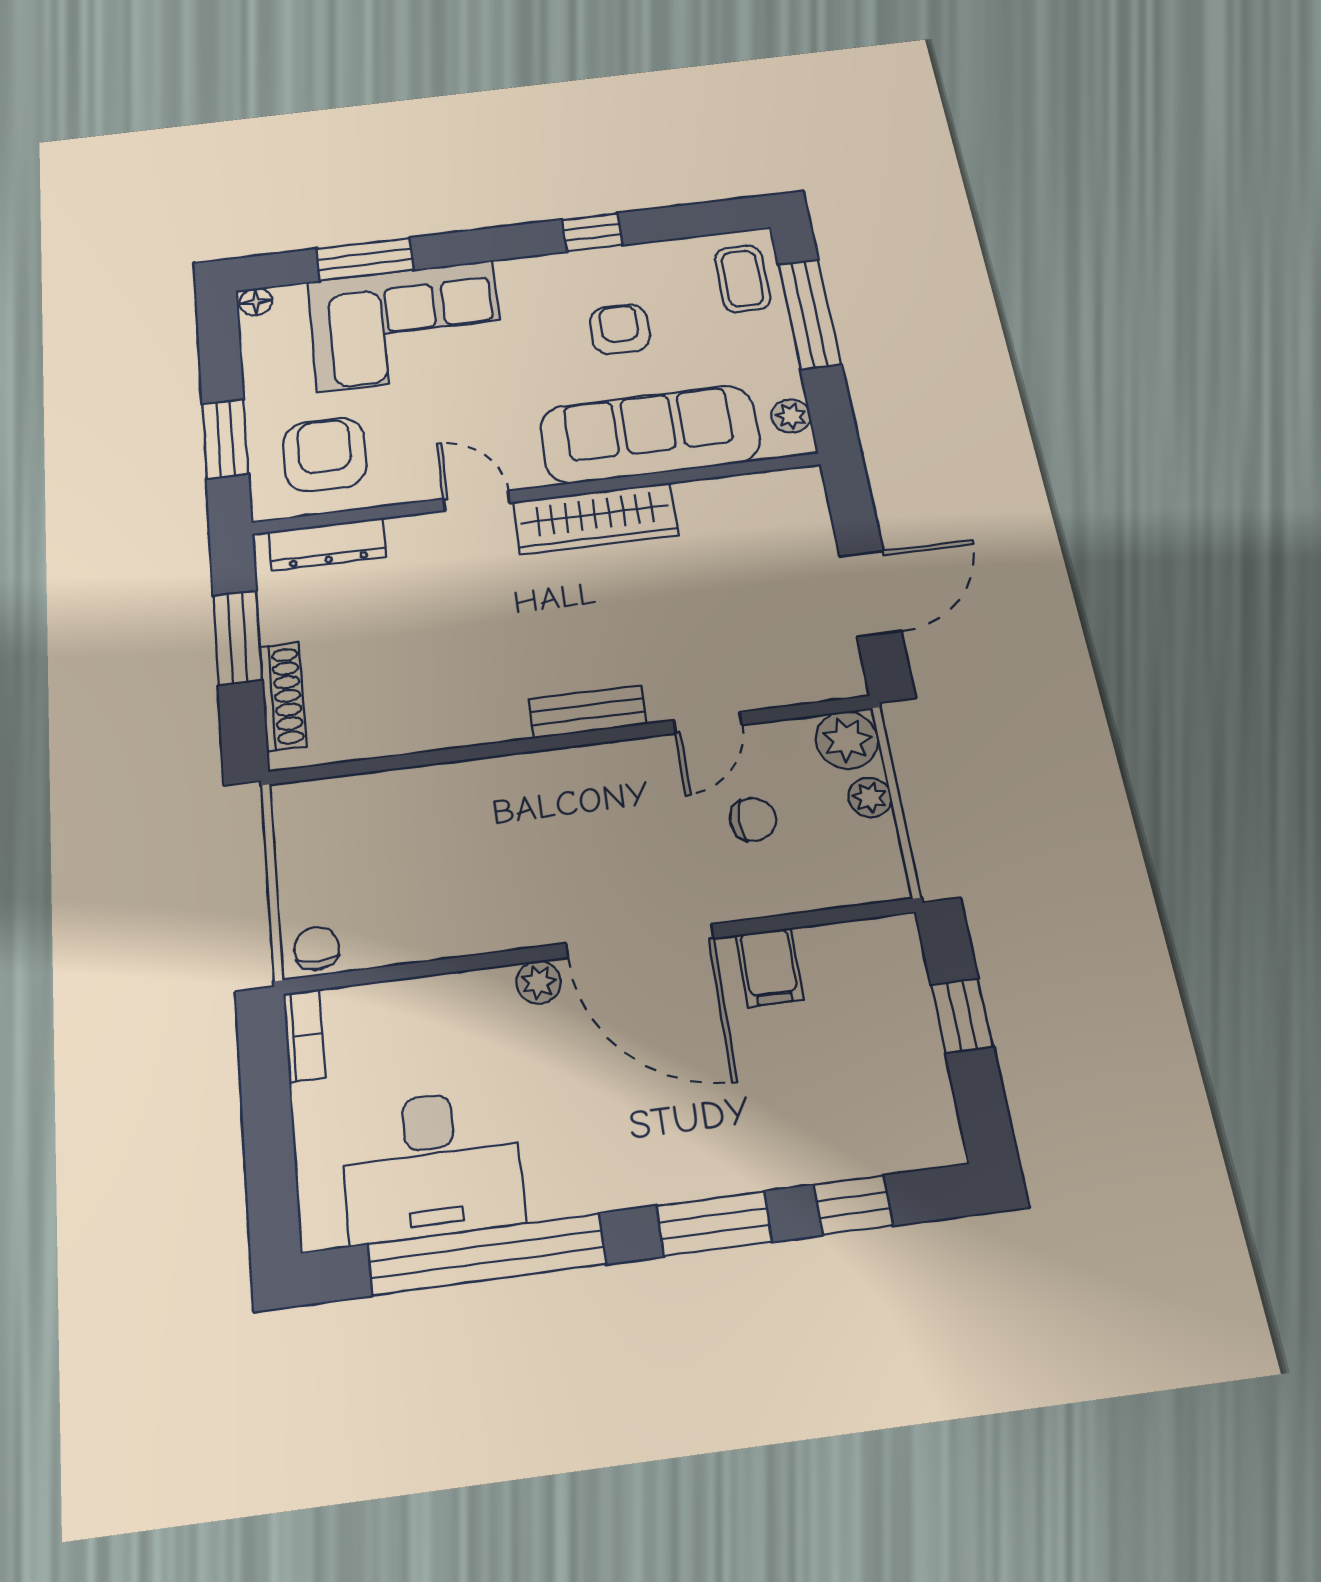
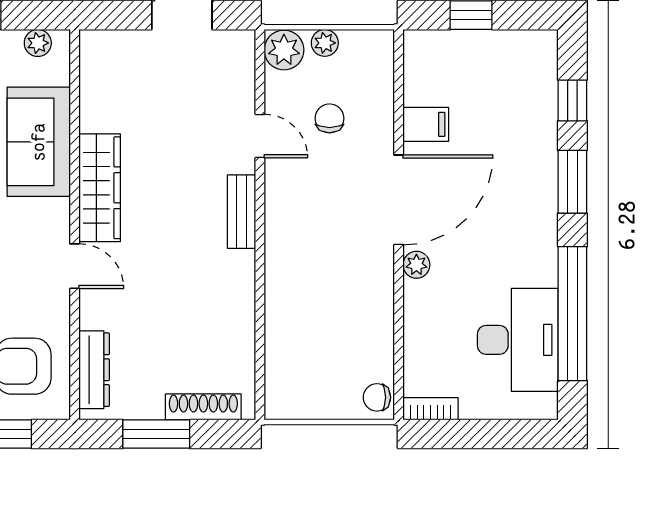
sofa: (650, 434) -> (39, 142), width x0.73
door: (477, 501) -> (75, 266), swing flipped

